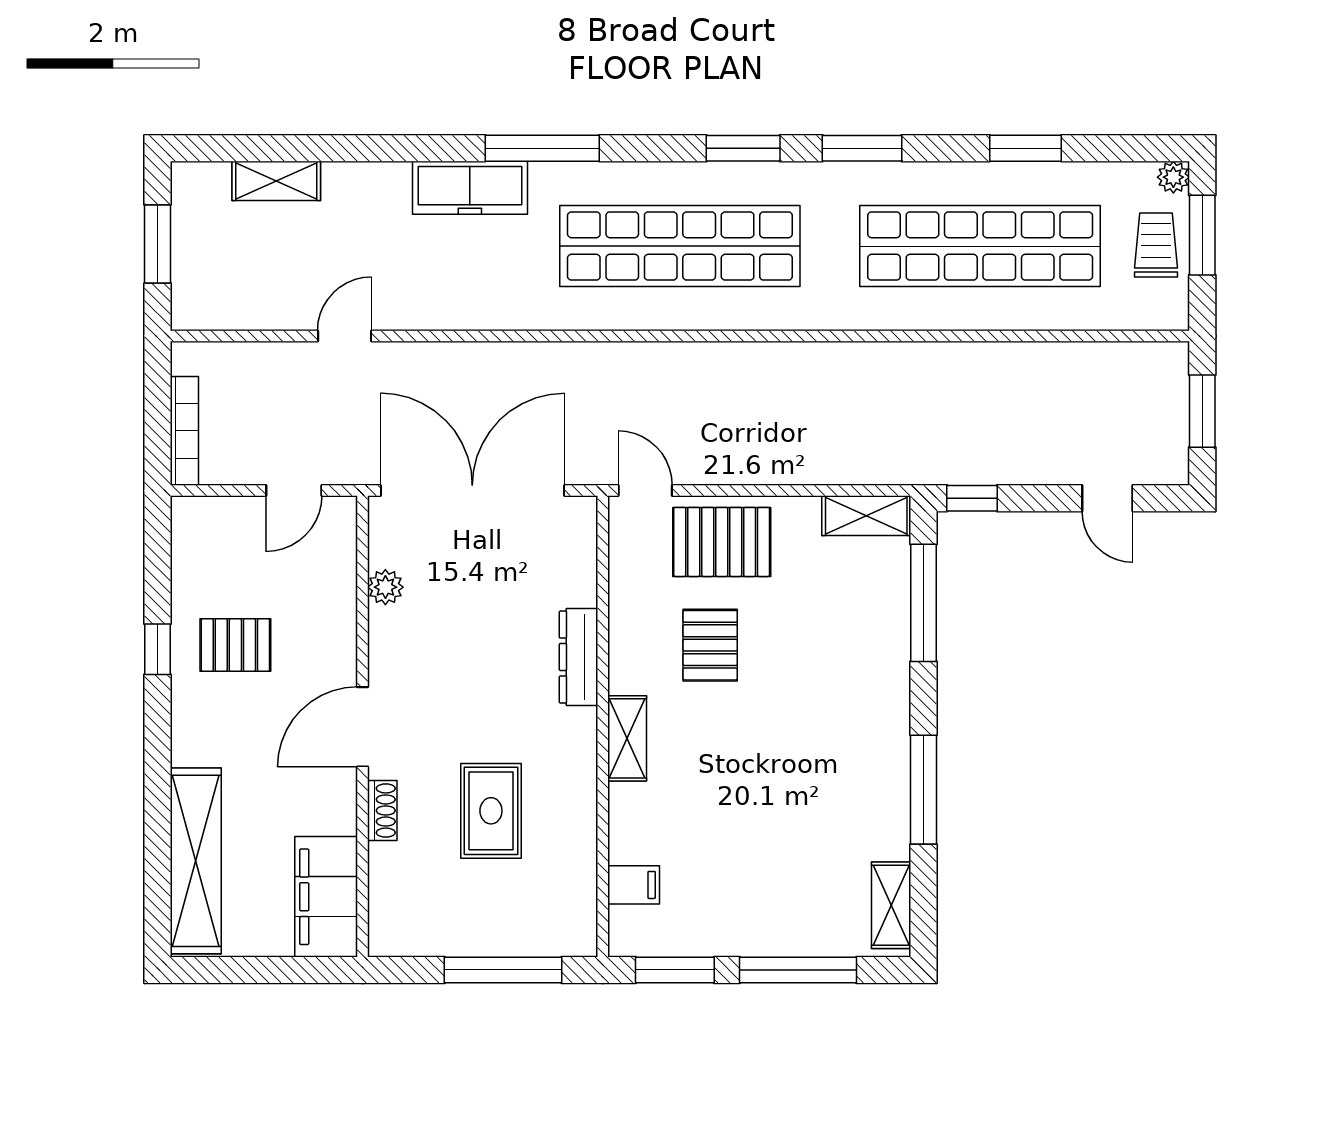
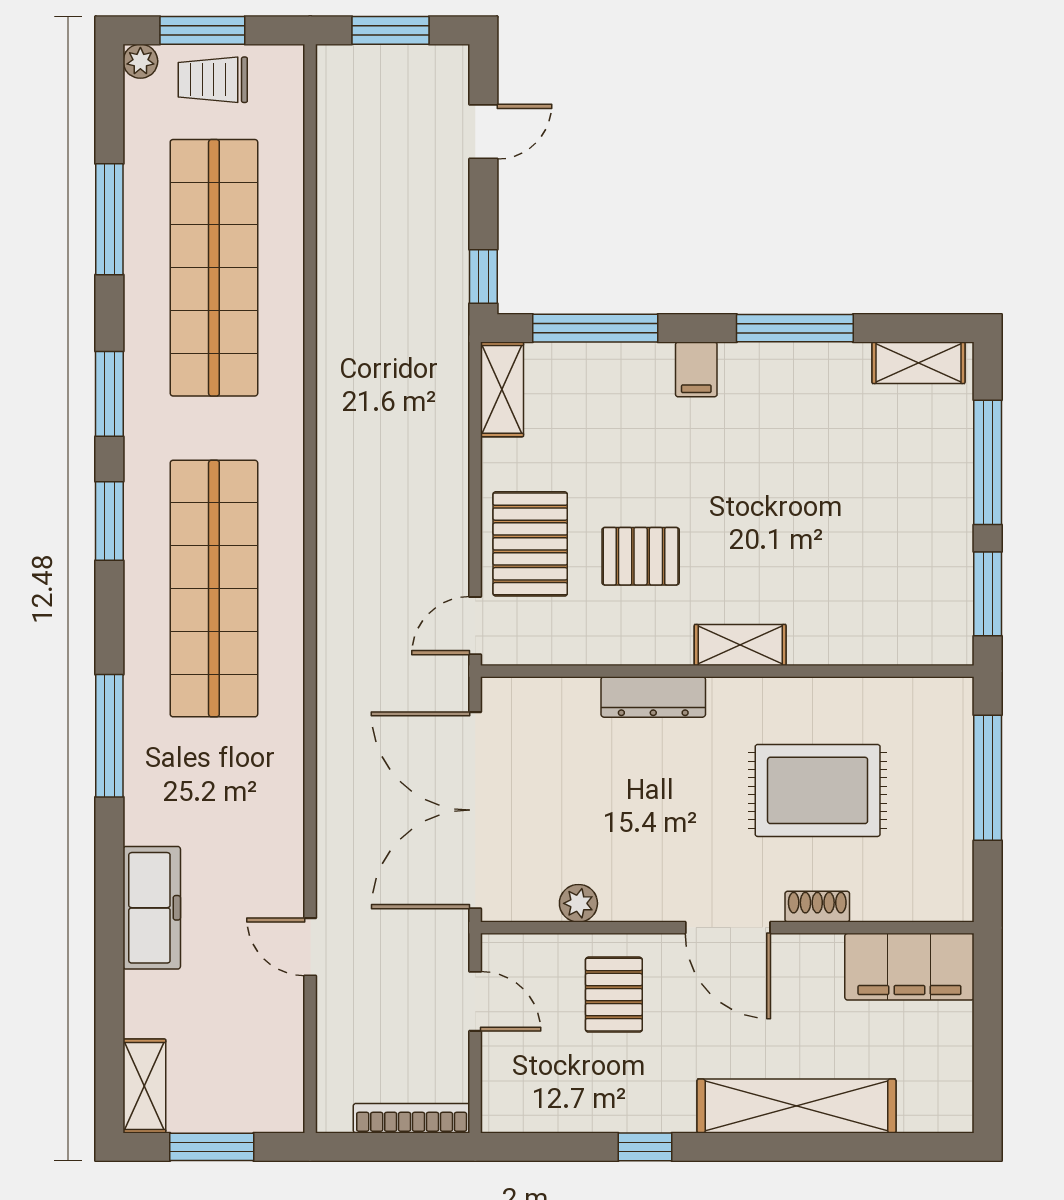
window: (1025, 148) -> (109, 219), width x1.44
shelving: (276, 181) -> (144, 1086), moved
freezer: (470, 188) -> (152, 908), moved
pallet: (235, 645) -> (614, 995), moved
rug: (491, 811) -> (818, 790), width x1.36, depth x1.43
shelving: (196, 861) -> (796, 1106), moved
filing cabinet: (634, 885) -> (696, 369), moved, turned 180

